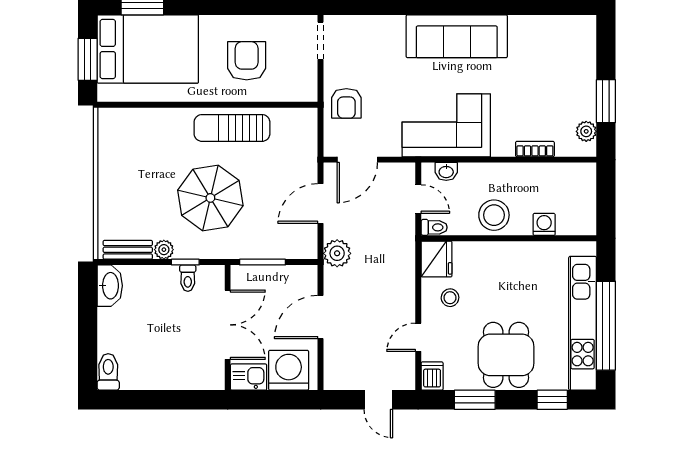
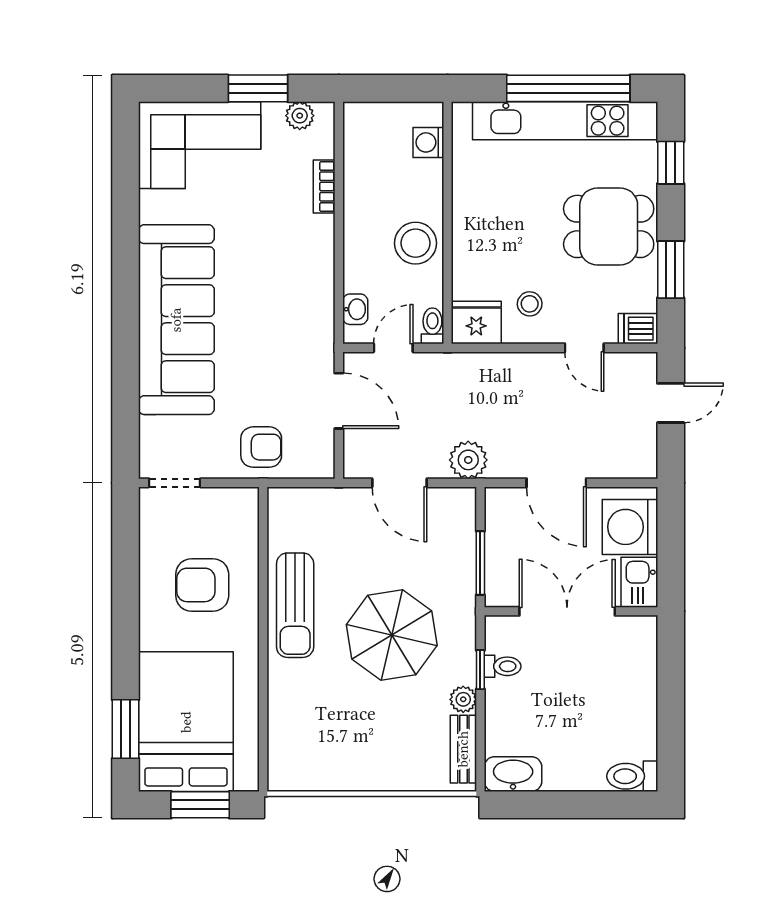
sofa: (457, 36) -> (176, 320), width x1.36, depth x1.27
corner sofa: (446, 125) -> (200, 145), moved, turned -90
door: (357, 160) -> (339, 401), moved
washing machine: (544, 224) -> (428, 142), moved

